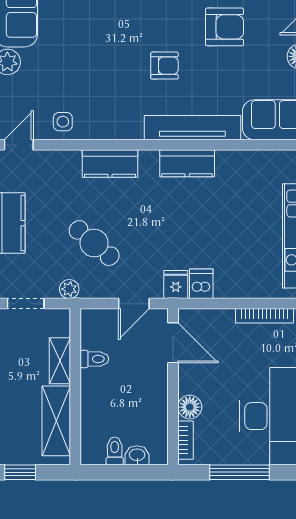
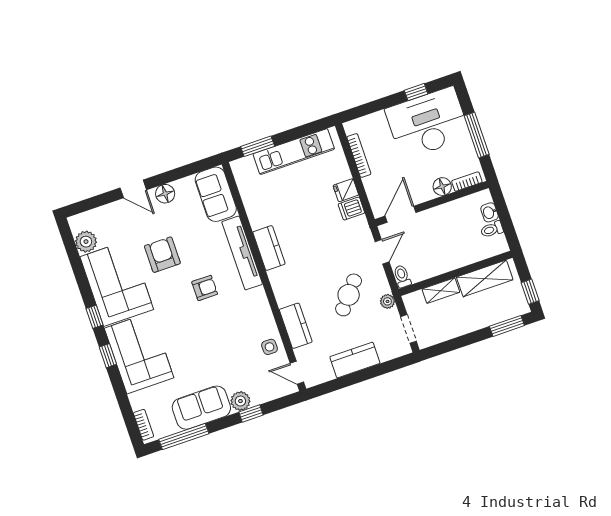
armchair: (165, 66) -> (205, 288), turned 90
kitchen counter: (110, 164) -> (296, 326), moved
fridge: (176, 285) -> (346, 190), moved
door: (134, 304) -> (382, 252), hinge flipped
toilet: (94, 359) -> (402, 276), moved

